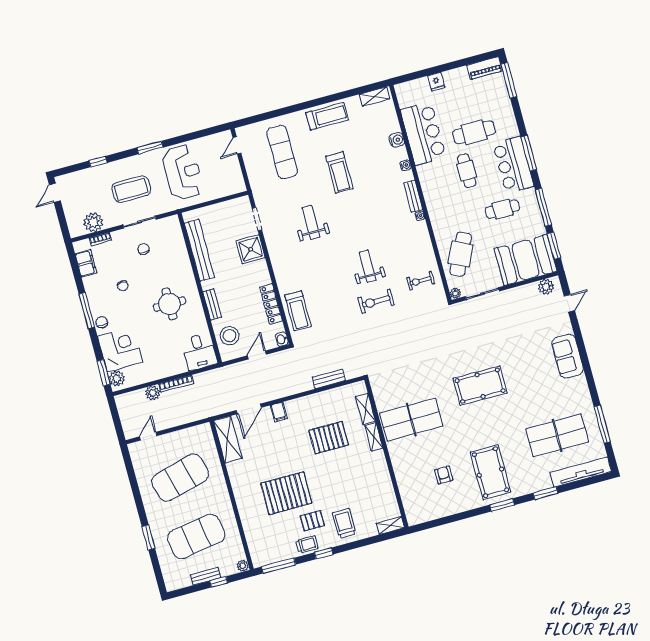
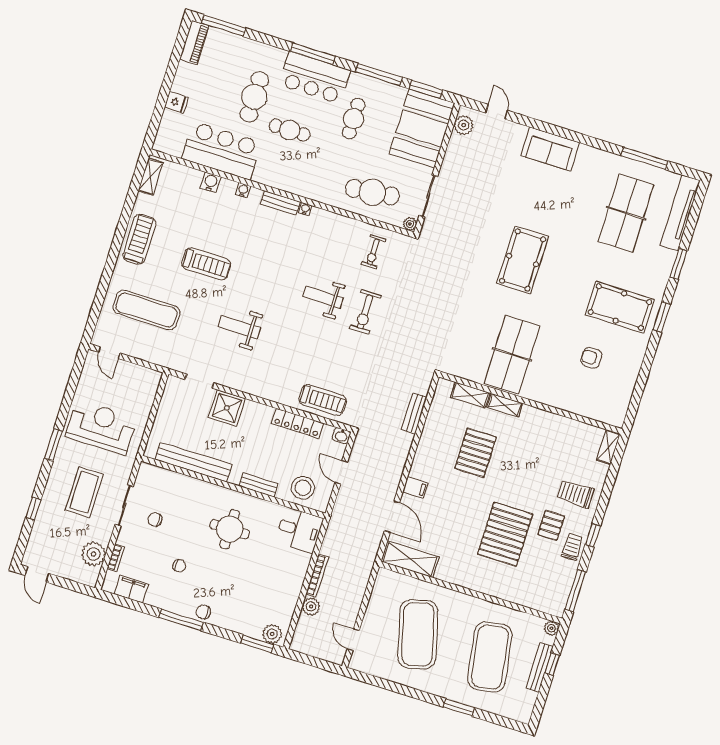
cafe table: (461, 254) -> (372, 192), turned -32
corner desk: (120, 349) -> (244, 611), removed
bench: (206, 576) -> (540, 668), width x1.36

